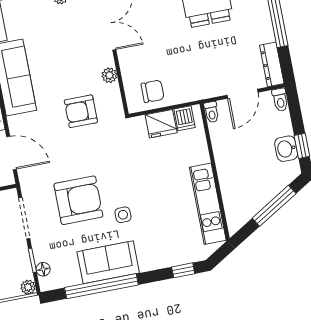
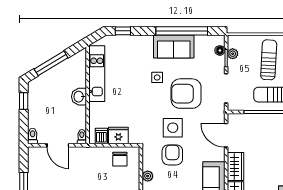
dresser: (272, 64) -> (34, 162), removed
chair: (153, 91) -> (120, 159), turned -90
door: (242, 94) -> (58, 145), swing flipped
armchair: (81, 111) -> (172, 155), turned -90
side table: (88, 149) -> (173, 128), added
washbasin: (286, 149) -> (79, 97), moved, turned 180
plant: (28, 287) -> (233, 54), moved

